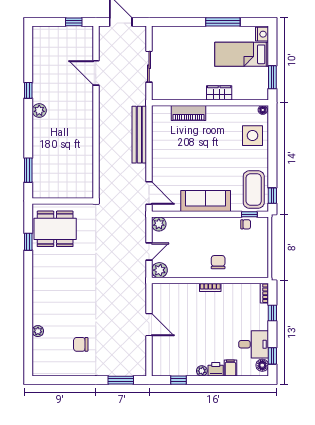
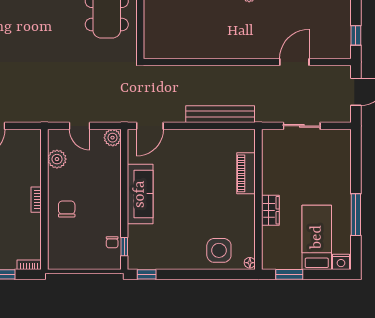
coffee table: (254, 189) -> (154, 252), removed
chair: (218, 262) -> (67, 209), turned -90
plant: (159, 270) -> (57, 159), moved

